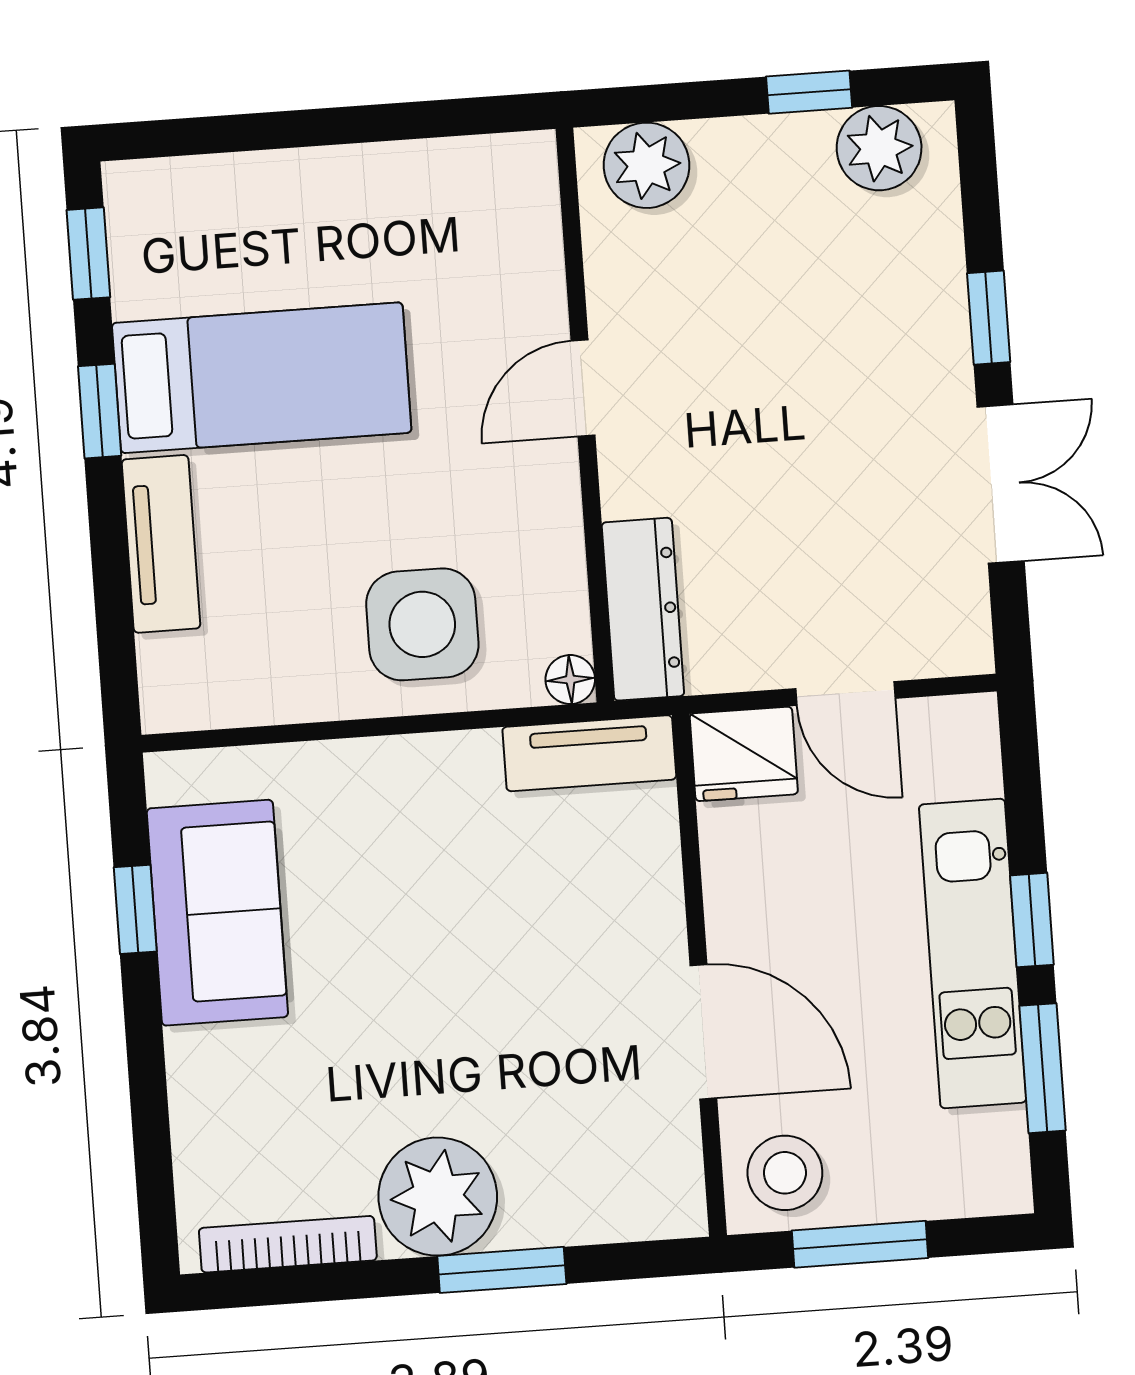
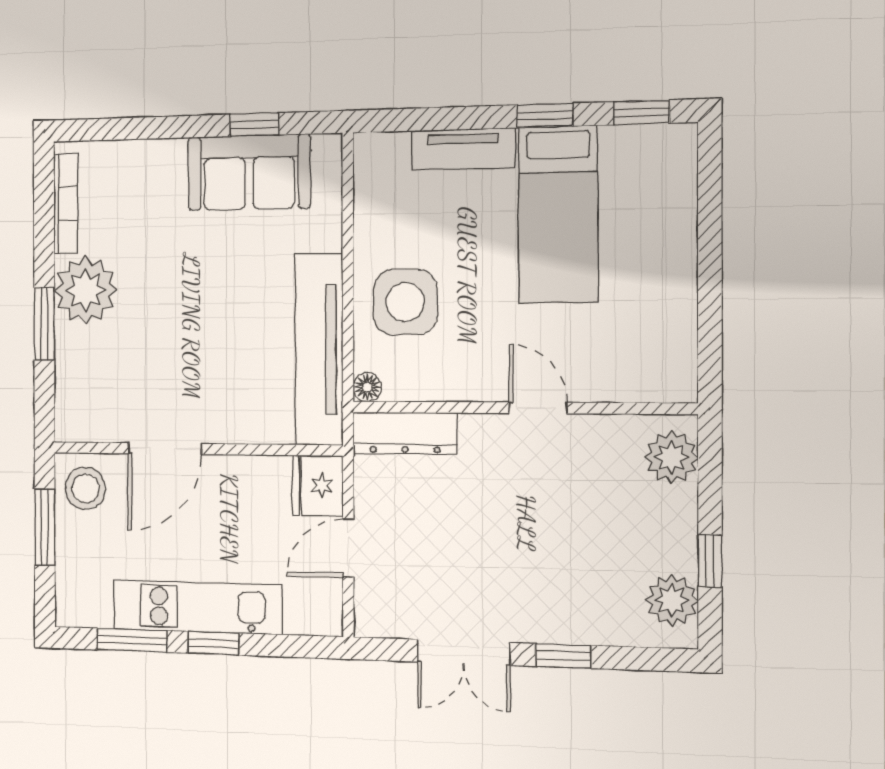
tv unit: (589, 753) -> (319, 349), width x1.92, depth x1.29

